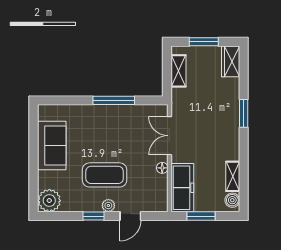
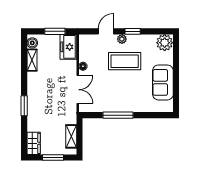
freezer: (182, 188) -> (68, 47), width x0.71

